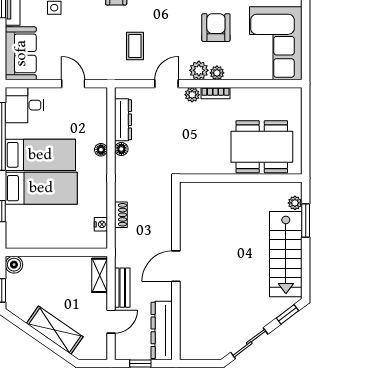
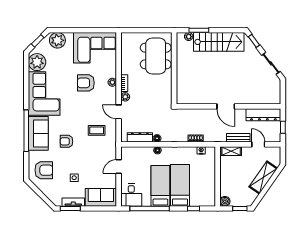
plant: (199, 70) -> (111, 93), removed

